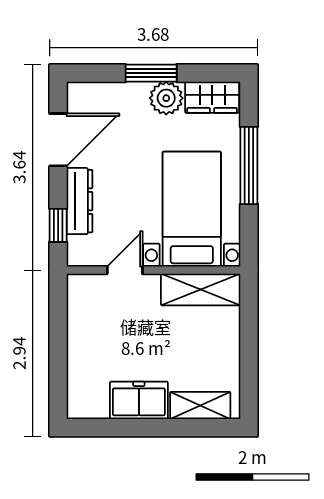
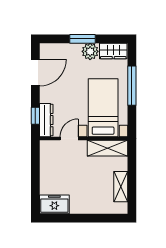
dresser: (79, 201) -> (46, 120), moved
freezer: (139, 400) -> (54, 204), moved
shelving: (200, 406) -> (121, 187), moved, turned 90

